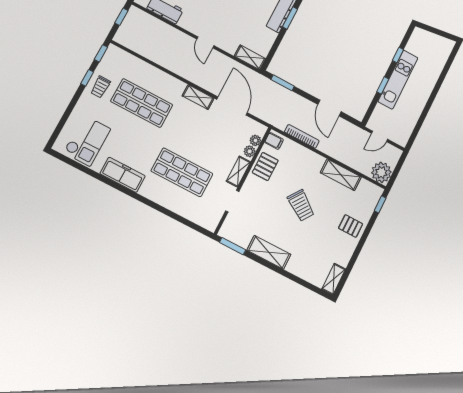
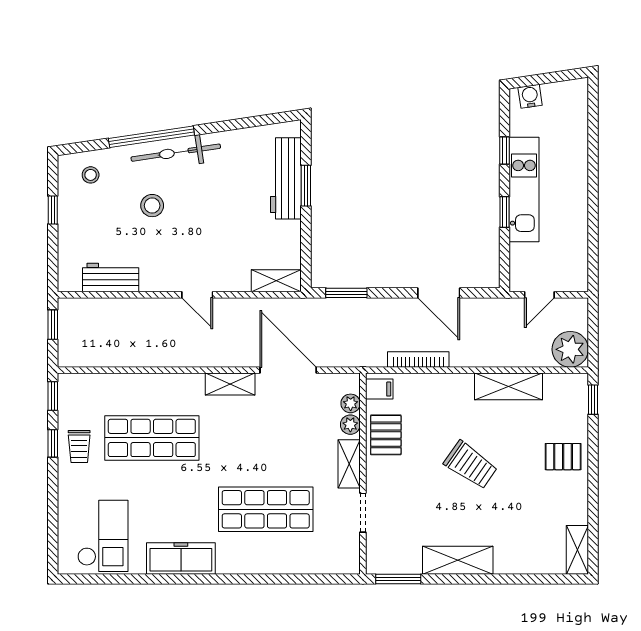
water cooler: (424, 35) -> (530, 96), added

